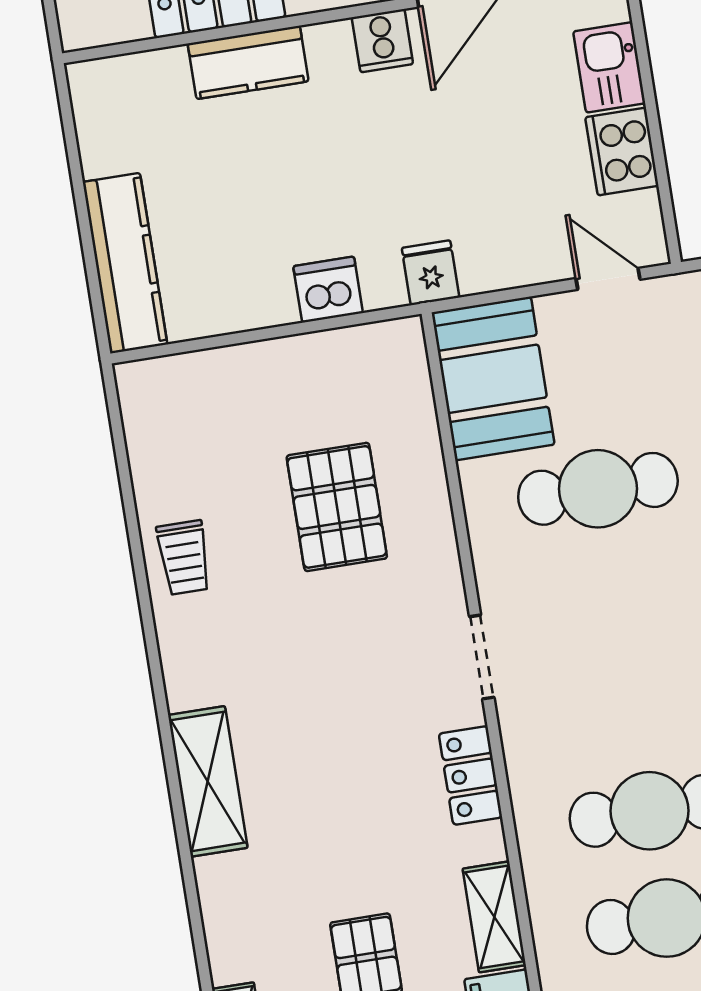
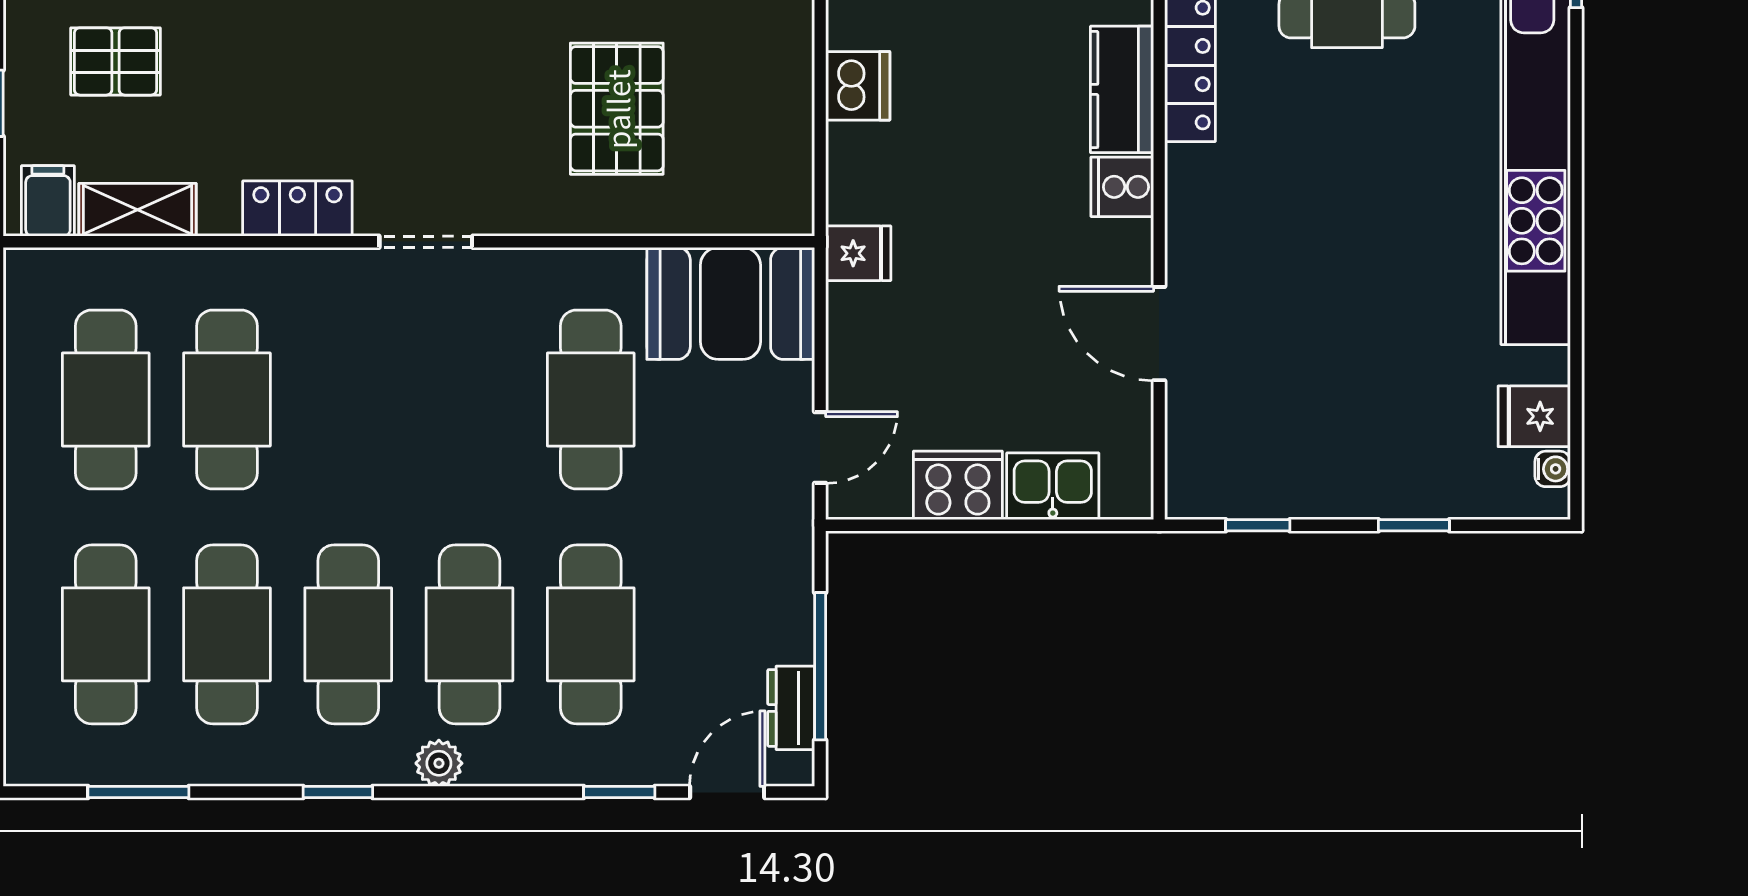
cooker: (382, 41) -> (1122, 187), moved
dishwasher: (328, 290) -> (858, 86), moved
pallet: (337, 507) -> (617, 109), turned 90

